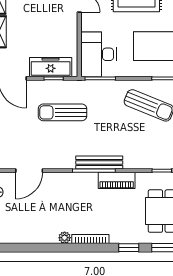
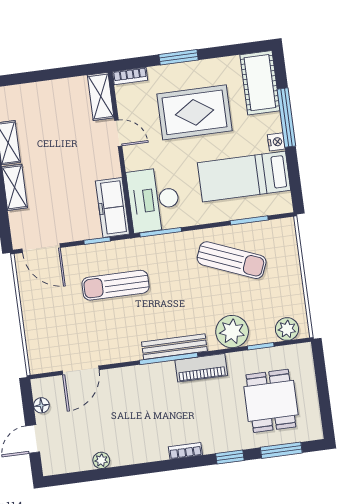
freezer: (51, 67) -> (112, 207), moved, turned -90
plant: (142, 157) -> (232, 332), added
plant: (65, 238) -> (101, 460), moved
bookcase: (90, 239) -> (185, 451), width x0.64

